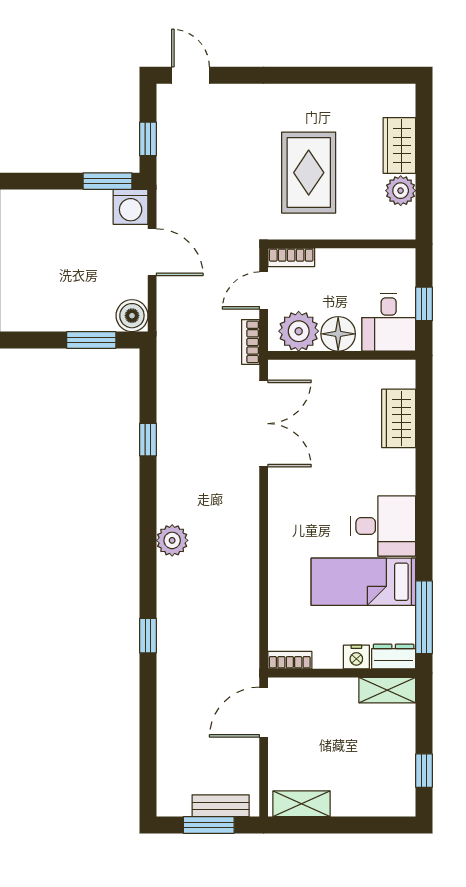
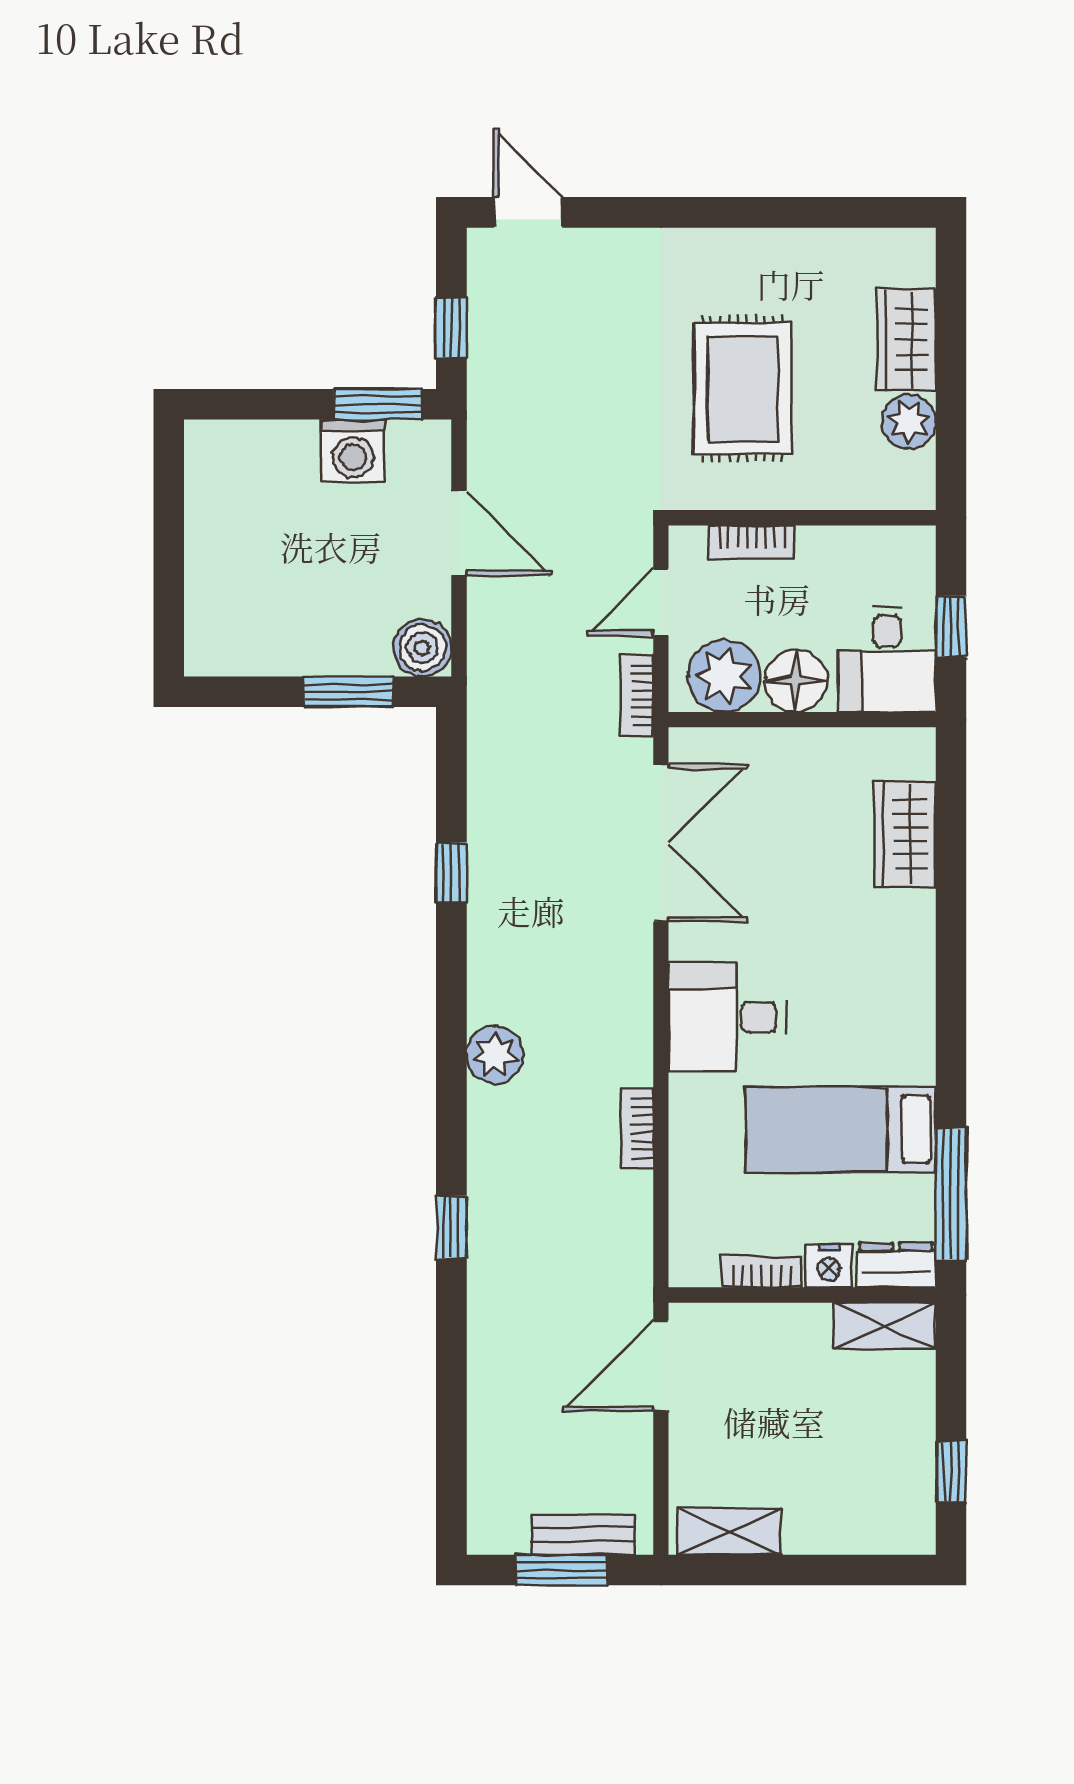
washing machine: (131, 207) -> (353, 451), moved
bookcase: (291, 257) -> (752, 542), moved
desk: (383, 526) -> (727, 1017), moved, turned 180
bookcase: (250, 581) -> (637, 1129), added
bookcase: (290, 660) -> (761, 1271), moved

